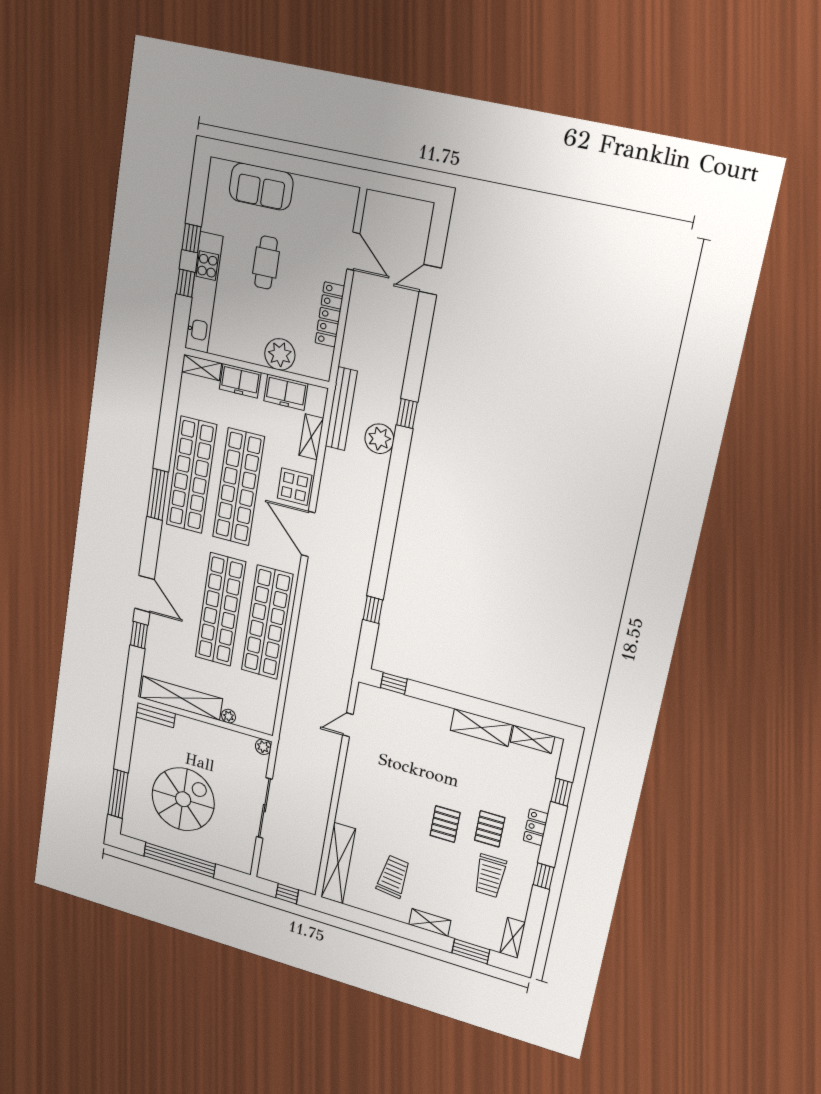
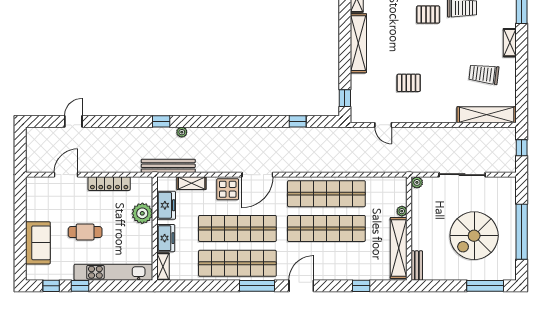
door: (430, 280) -> (73, 121), swing flipped
window: (186, 283) -> (51, 286), moved
plant: (379, 439) -> (182, 132), width x0.53, depth x0.53
door: (144, 594) -> (301, 286), moved
shelving: (481, 727) -> (358, 43), width x1.47
spiral stairs: (183, 799) -> (474, 236), turned -90
pallet: (445, 824) -> (409, 83), moved

